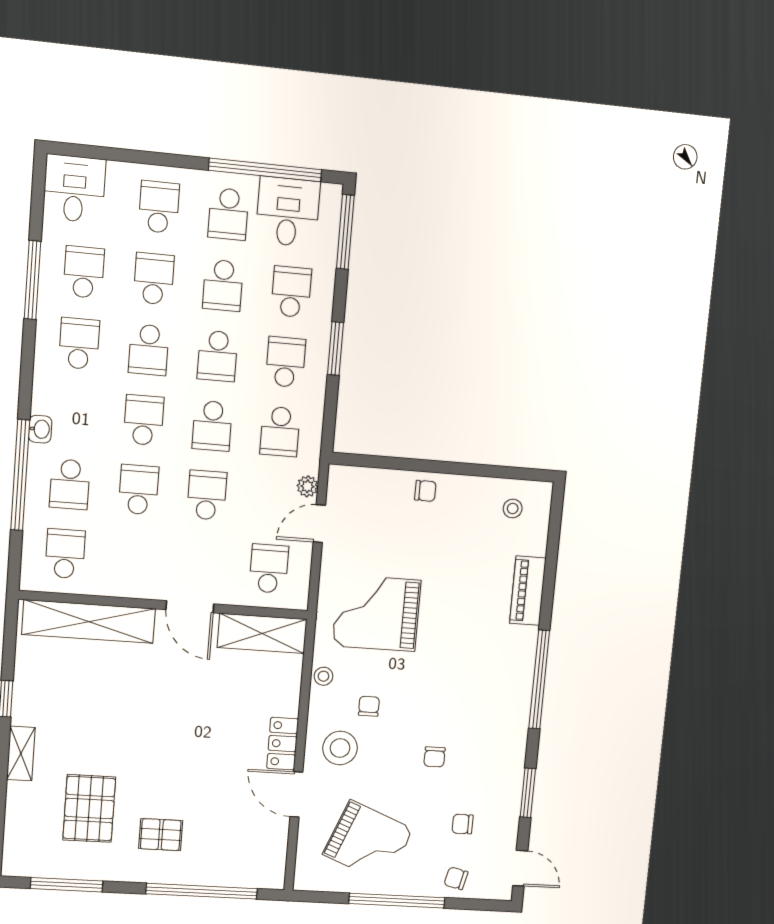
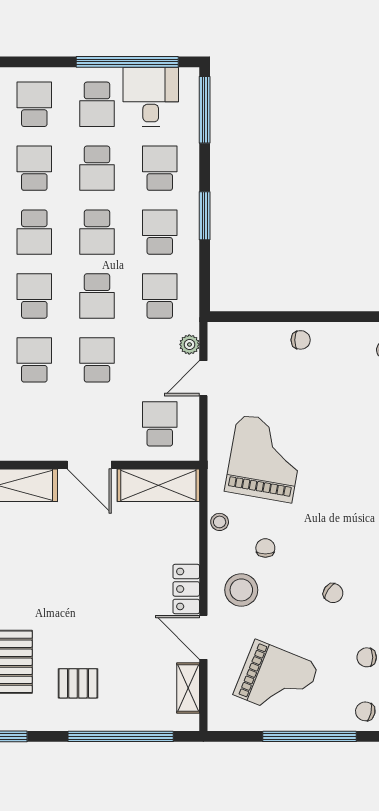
school desk: (280, 432) -> (160, 296), turned 180
grand piano: (377, 613) -> (265, 458), turned 100
chair: (435, 757) -> (333, 593), turned -55
shelving: (276, 845) -> (188, 688), added

